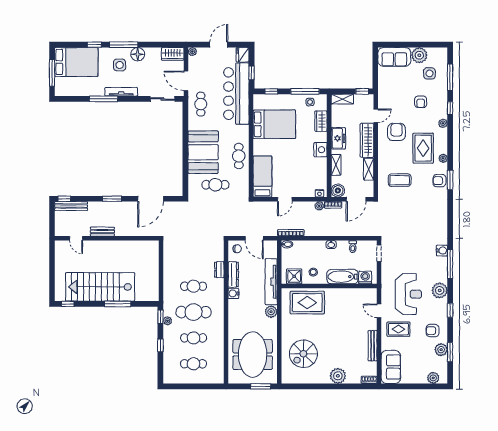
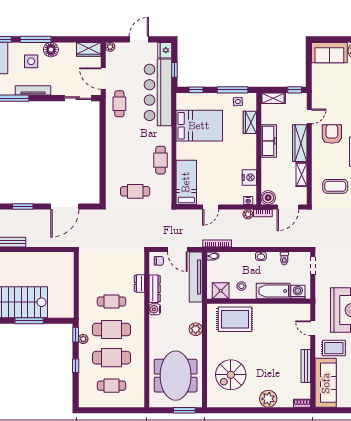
freezer: (338, 138) -> (269, 141), width x1.40
nightstand: (320, 150) -> (249, 177), moved
booth: (203, 152) -> (122, 156), removed
shelving: (336, 165) -> (266, 170), removed
tv unit: (271, 282) -> (196, 277), moved
cafe table: (194, 338) -> (111, 358), width x1.37, depth x1.35
sofa: (391, 367) -> (326, 383), width x1.36

